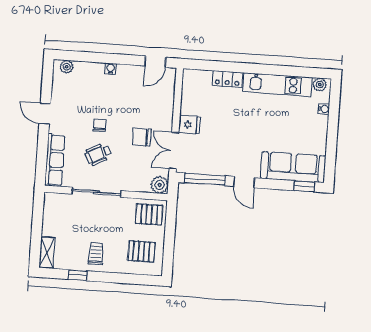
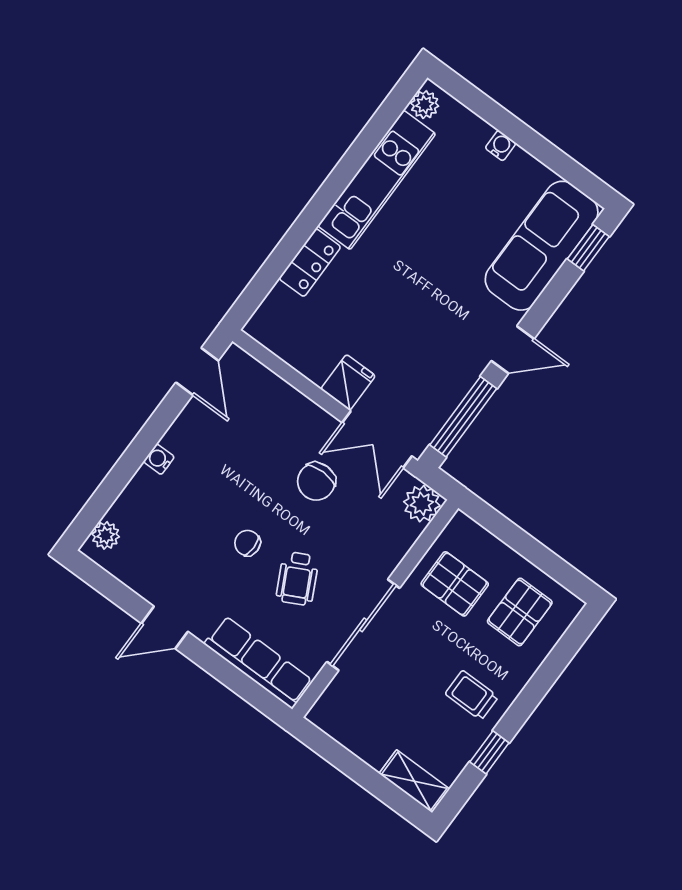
water cooler: (324, 109) -> (501, 146), moved
pallet: (149, 214) -> (455, 584), moved, turned 90

